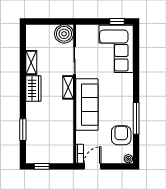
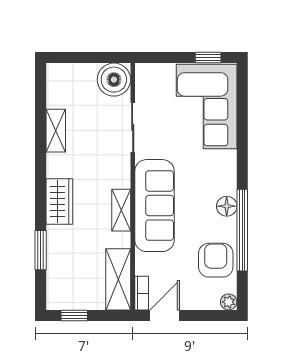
shelving: (68, 87) -> (121, 210), moved
wardrobe: (33, 88) -> (59, 201), moved
floor lamp: (127, 105) -> (227, 206), added
window: (136, 118) -> (242, 230), width x1.46
shelving: (66, 146) -> (118, 279), added

